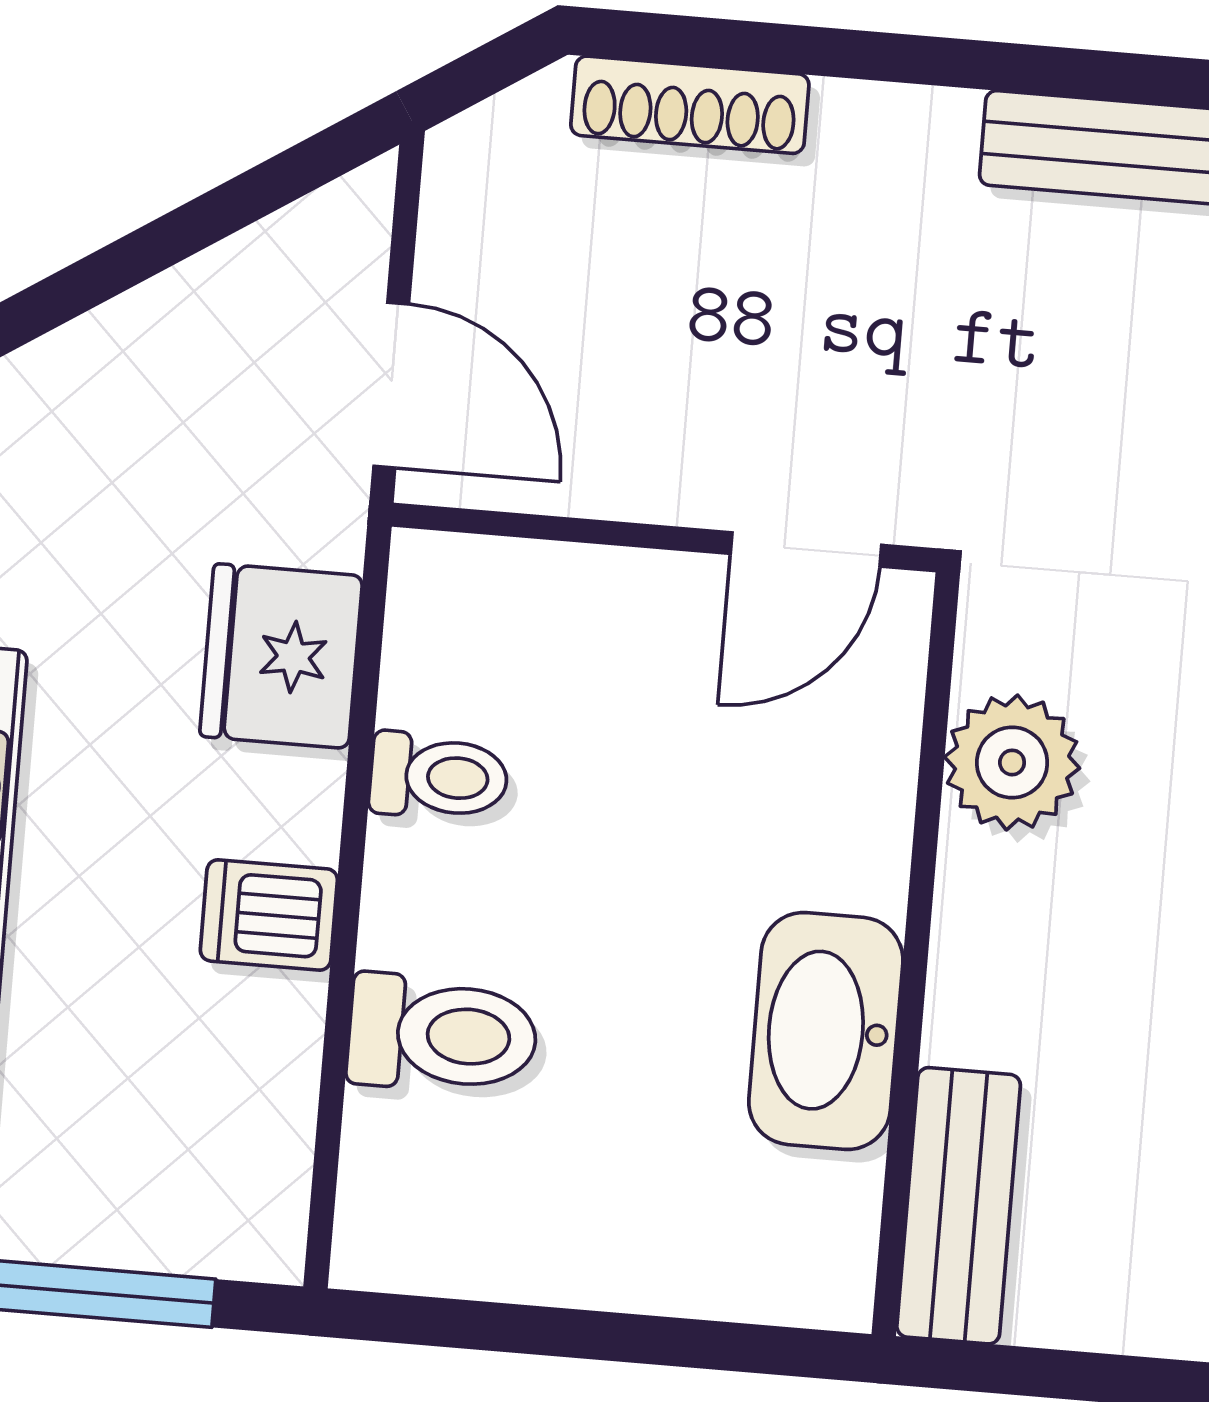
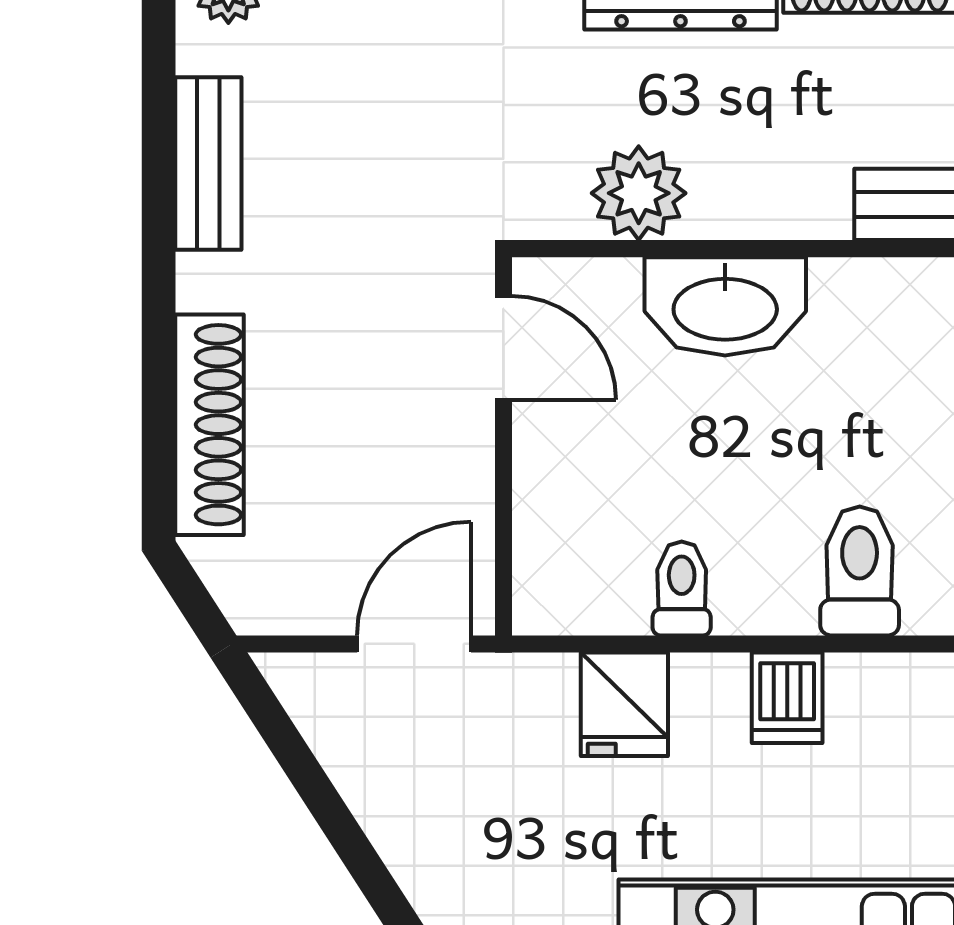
shoe rack: (690, 105) -> (210, 425), width x1.36, depth x1.24
fridge: (281, 656) -> (624, 704), width x0.72
washbasin: (826, 1031) -> (725, 306), moved

